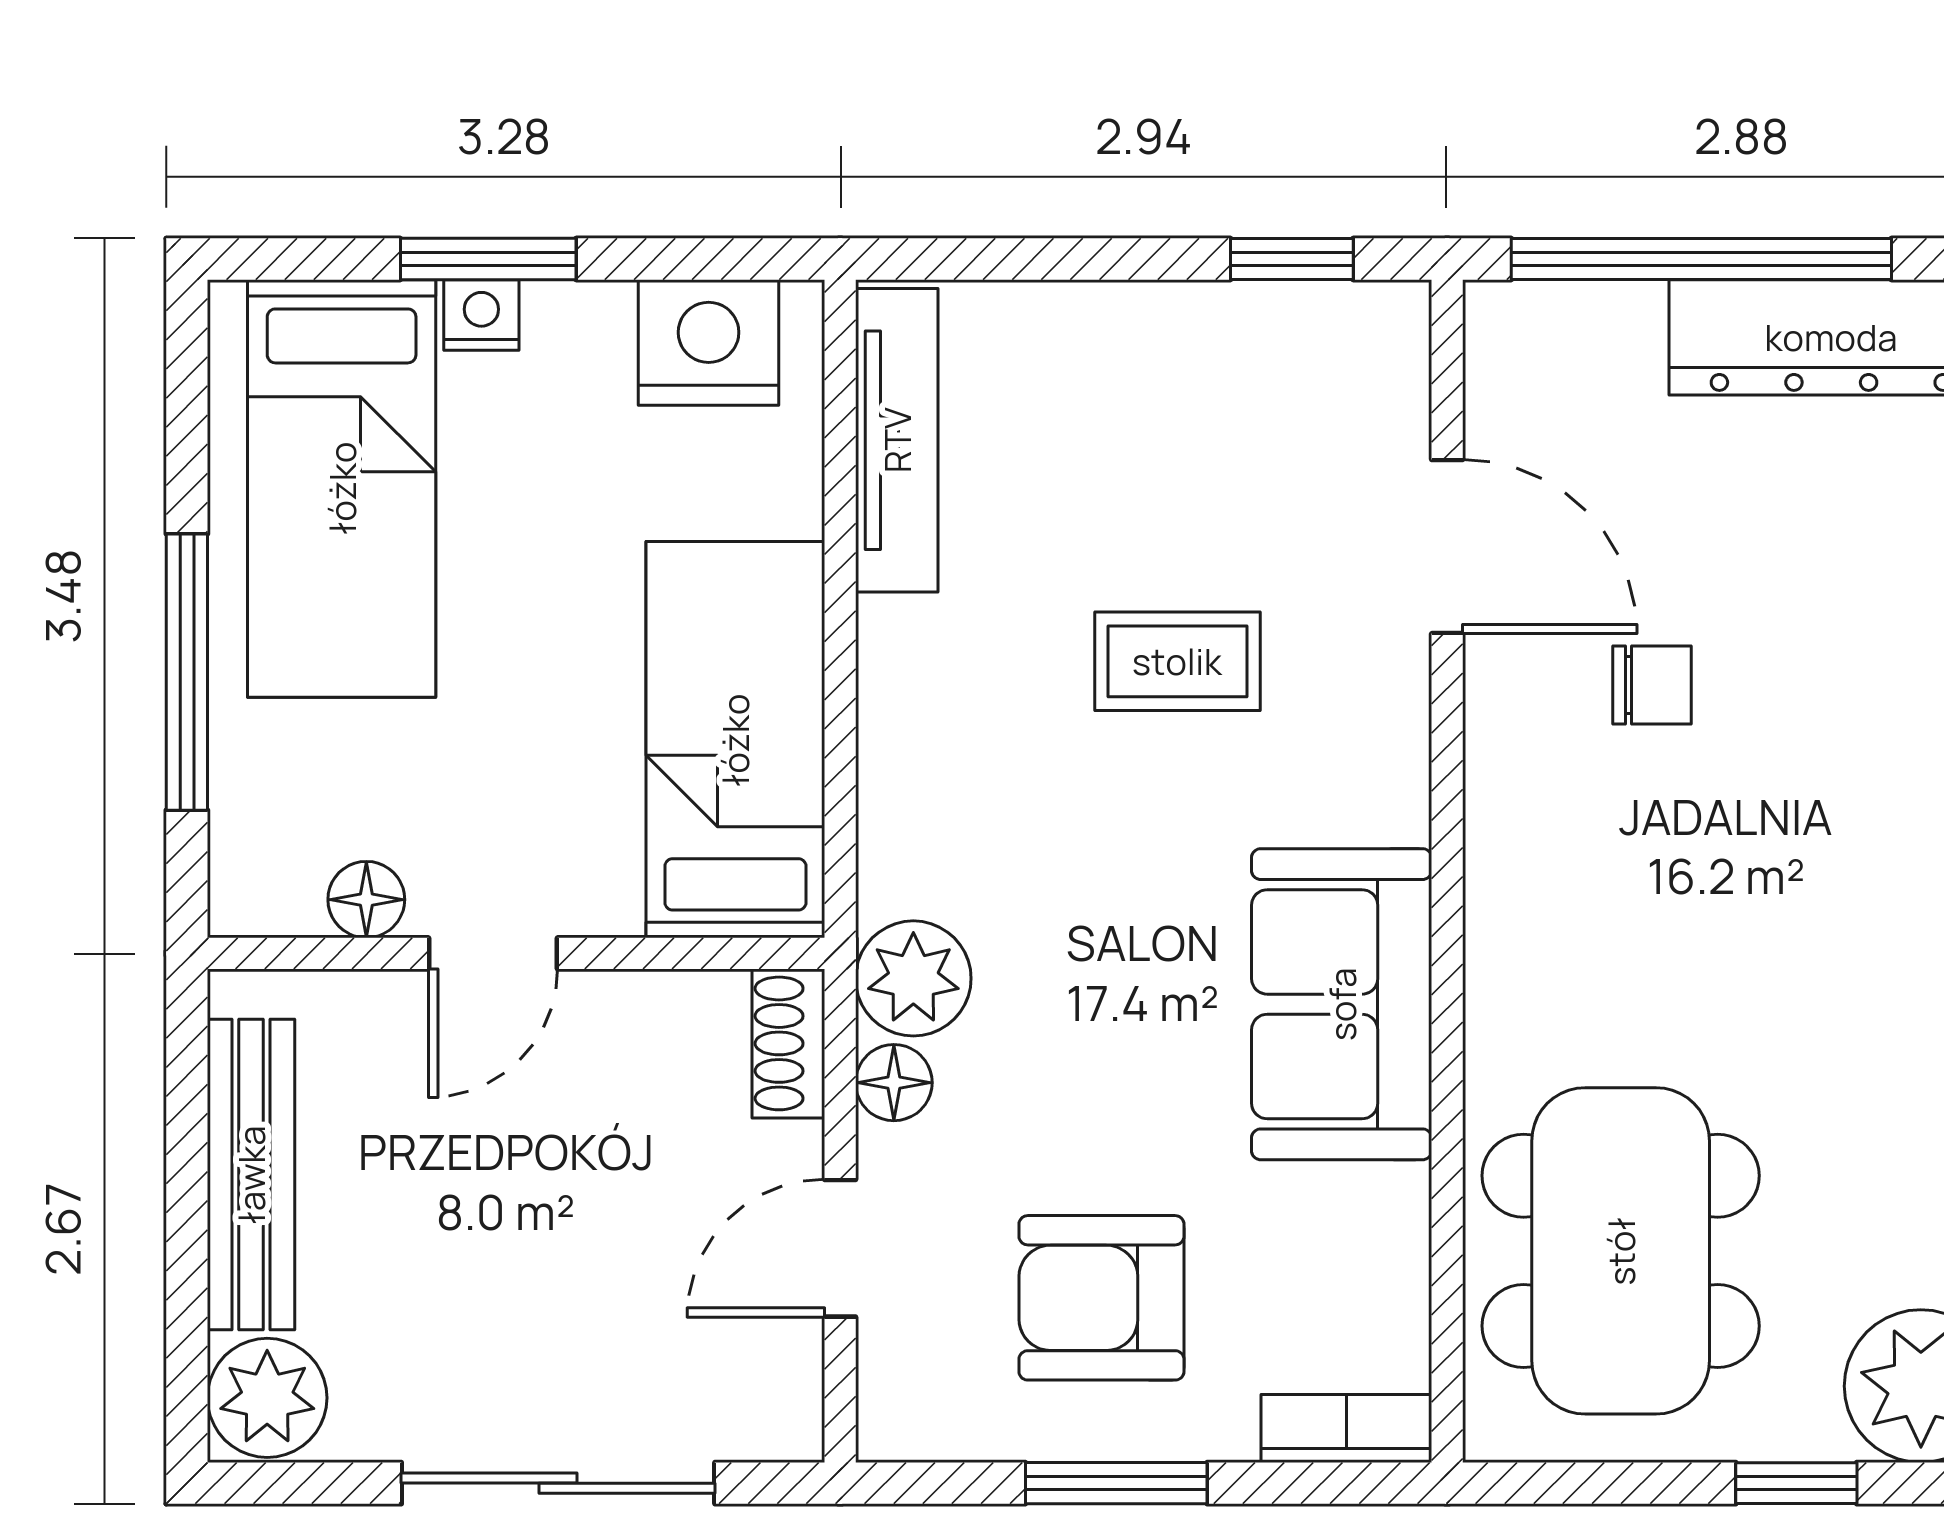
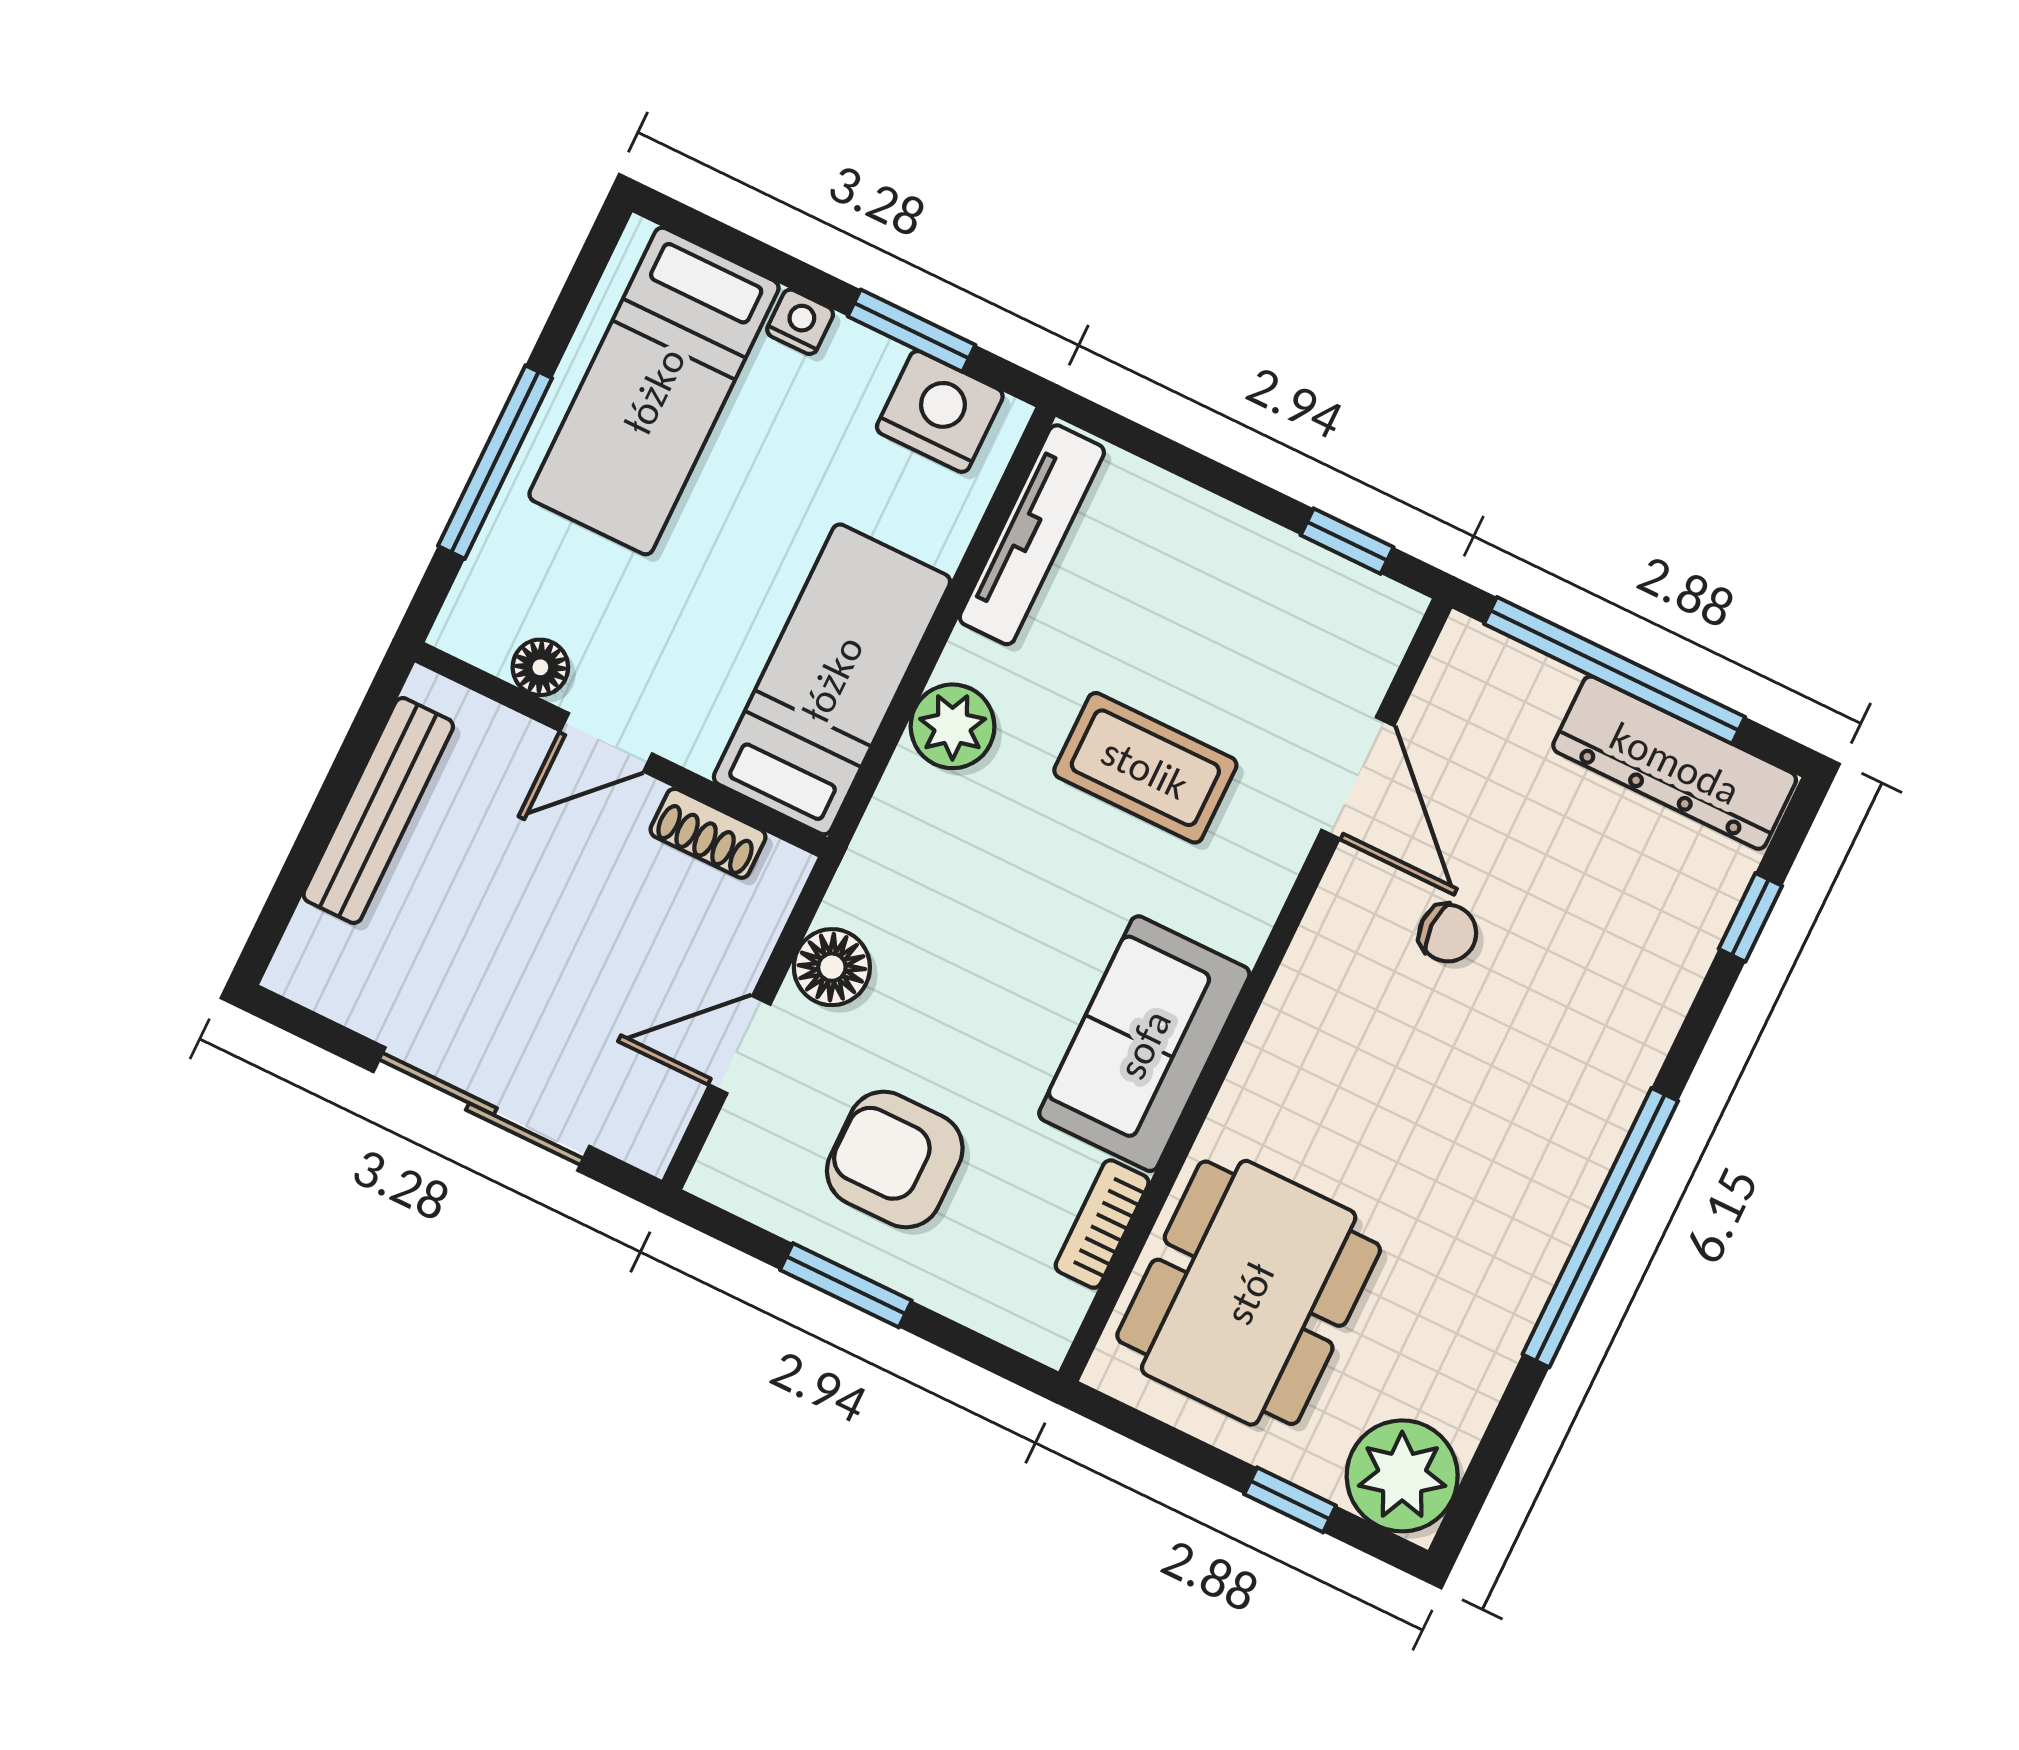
window: (488, 259) -> (912, 331), moved
coffee table: (1177, 661) -> (1145, 768), width x1.36, depth x1.30
plant: (913, 978) -> (953, 726), moved
shoe rack: (788, 1043) -> (708, 833), moved, turned -90
floor lamp: (894, 1083) -> (832, 967), width x1.37, depth x1.37
plant: (267, 1398) -> (318, 961), removed
bookcase: (1346, 1428) -> (1102, 1224), moved, turned -90

